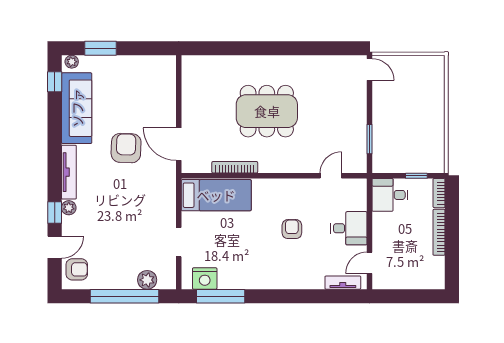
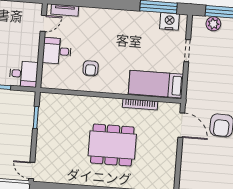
door: (331, 176) -> (67, 92), removed
armchair: (292, 229) -> (91, 68), moved

